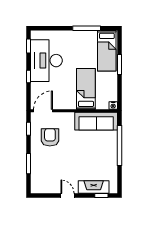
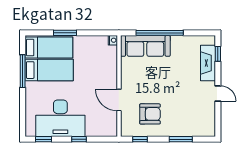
bed: (86, 89) -> (49, 70), moved, turned 180
door: (43, 111) -> (119, 100), moved
sofa: (96, 121) -> (145, 46), moved, turned 90
armchair: (50, 137) -> (150, 114), turned 180
door: (68, 195) -> (218, 93), swing flipped

